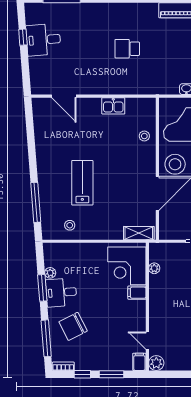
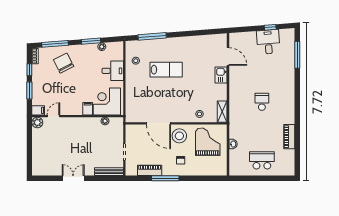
door: (64, 96) -> (228, 56), swing flipped
kitchen sink: (113, 106) -> (221, 75), moved
shelving: (139, 233) -> (222, 112), moved
desk: (61, 292) -> (113, 71), moved, turned 94

